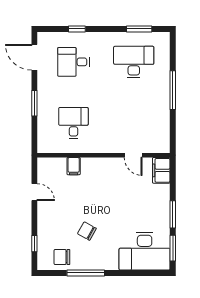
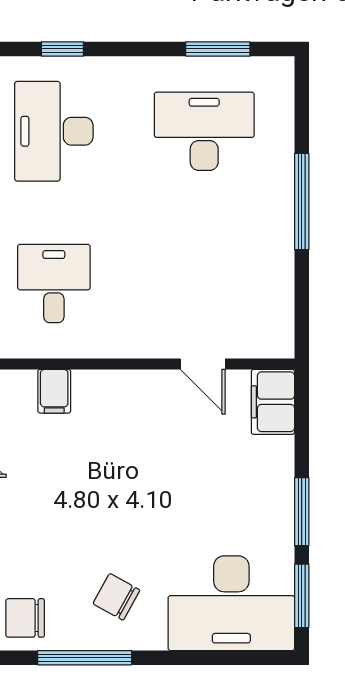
desk: (73, 62) -> (54, 131), width x1.37
chair: (87, 231) -> (116, 597), moved

